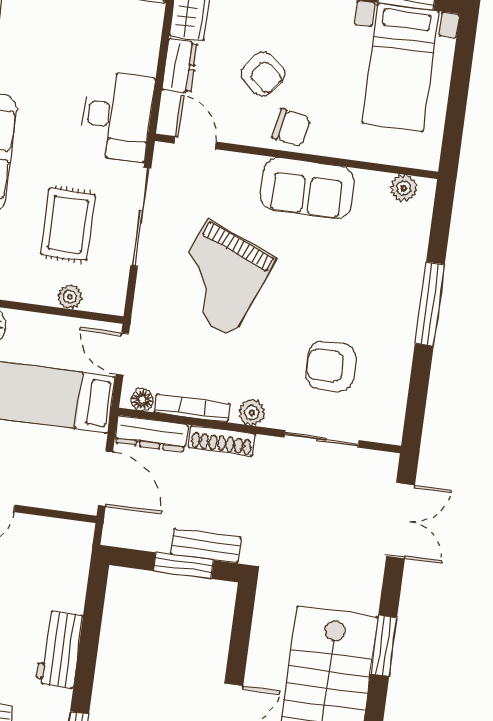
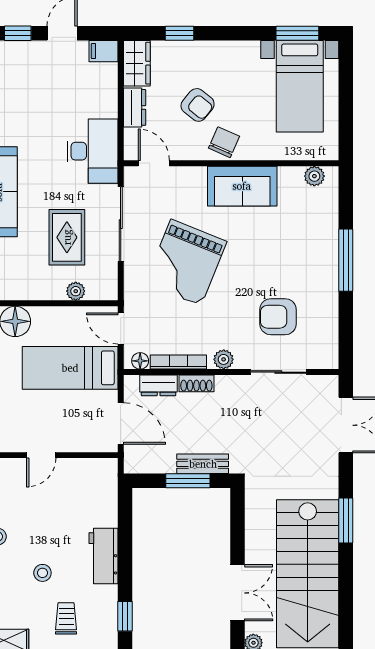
chair: (291, 128) -> (224, 142), turned -76
dresser: (151, 434) -> (159, 385), width x0.70
shoe rack: (222, 441) -> (196, 383), width x0.70

